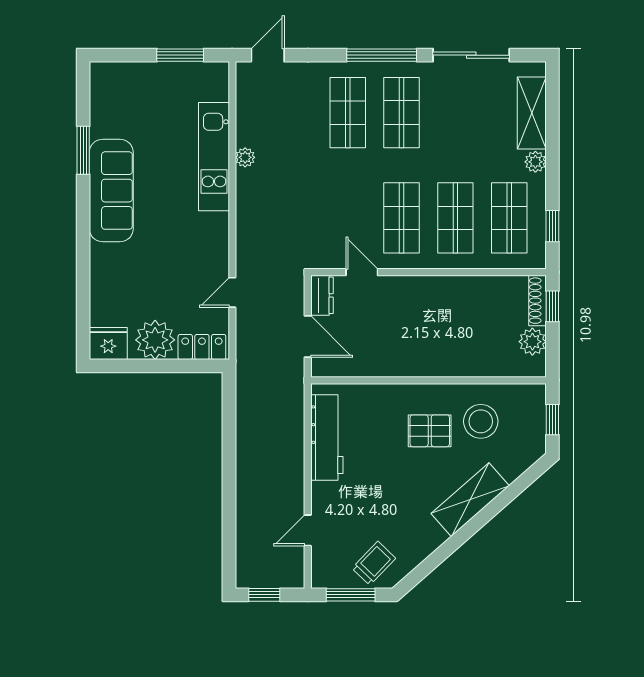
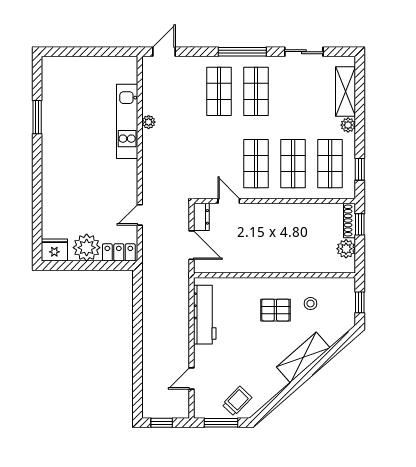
window: (180, 55) -> (104, 52), removed
sliding door: (471, 55) -> (304, 52), width x0.73
sofa: (111, 191) -> (56, 145), removed
stool: (481, 421) -> (311, 304), width x0.53, depth x0.53

